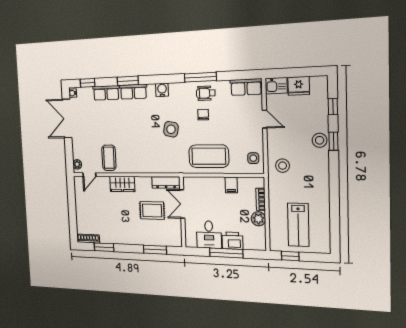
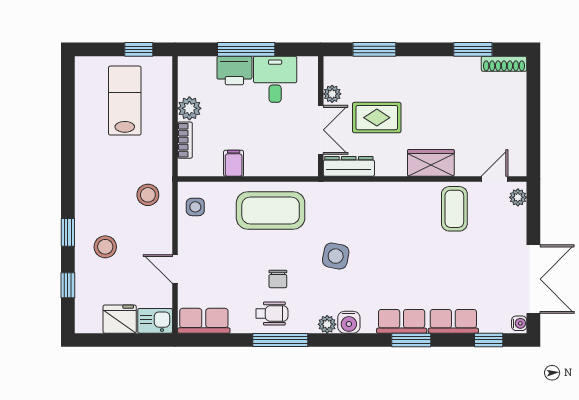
plant: (174, 88) -> (327, 324), added
stool: (320, 140) -> (105, 247), moved
plant: (177, 225) -> (332, 94), added

